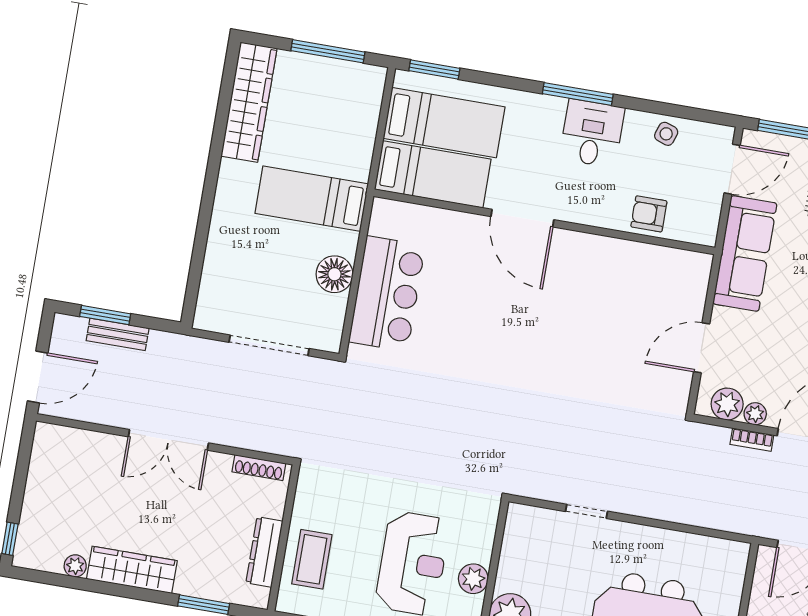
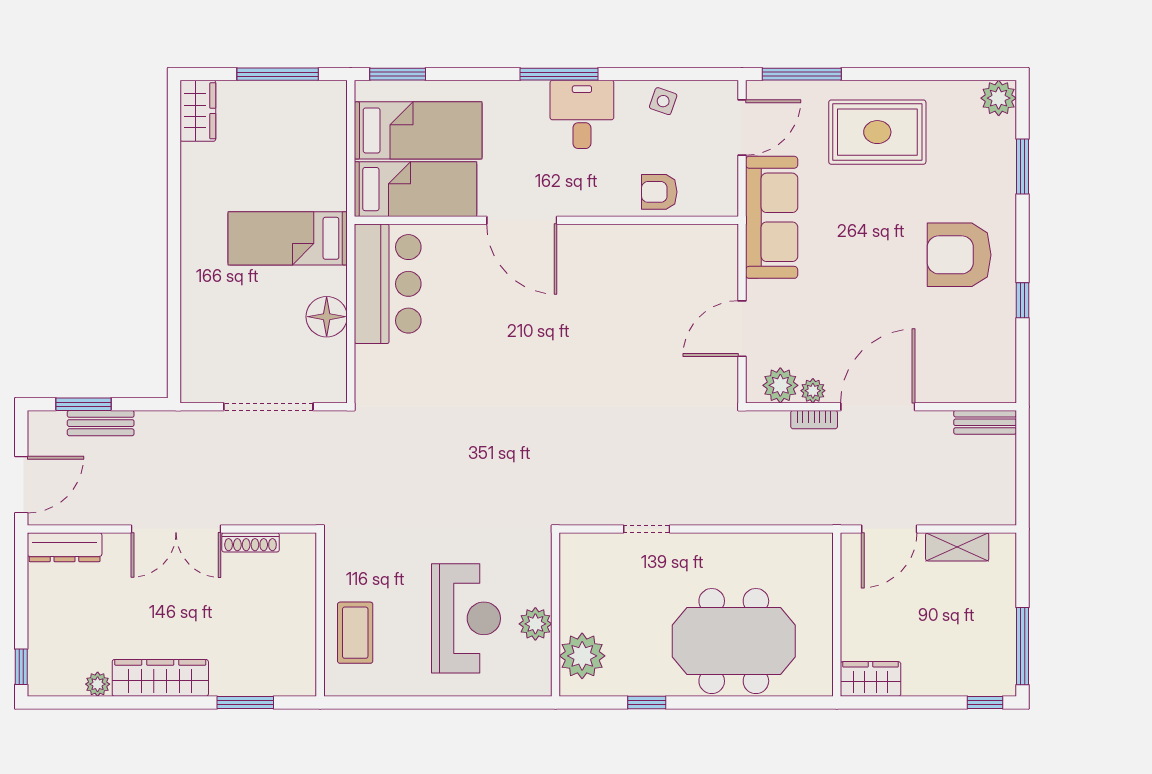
wardrobe: (249, 102) -> (198, 111), width x0.48, depth x0.85
bar counter: (387, 294) -> (388, 284), moved
shoe rack: (259, 468) -> (251, 542), moved
dresser: (264, 552) -> (65, 547), moved, turned -90

